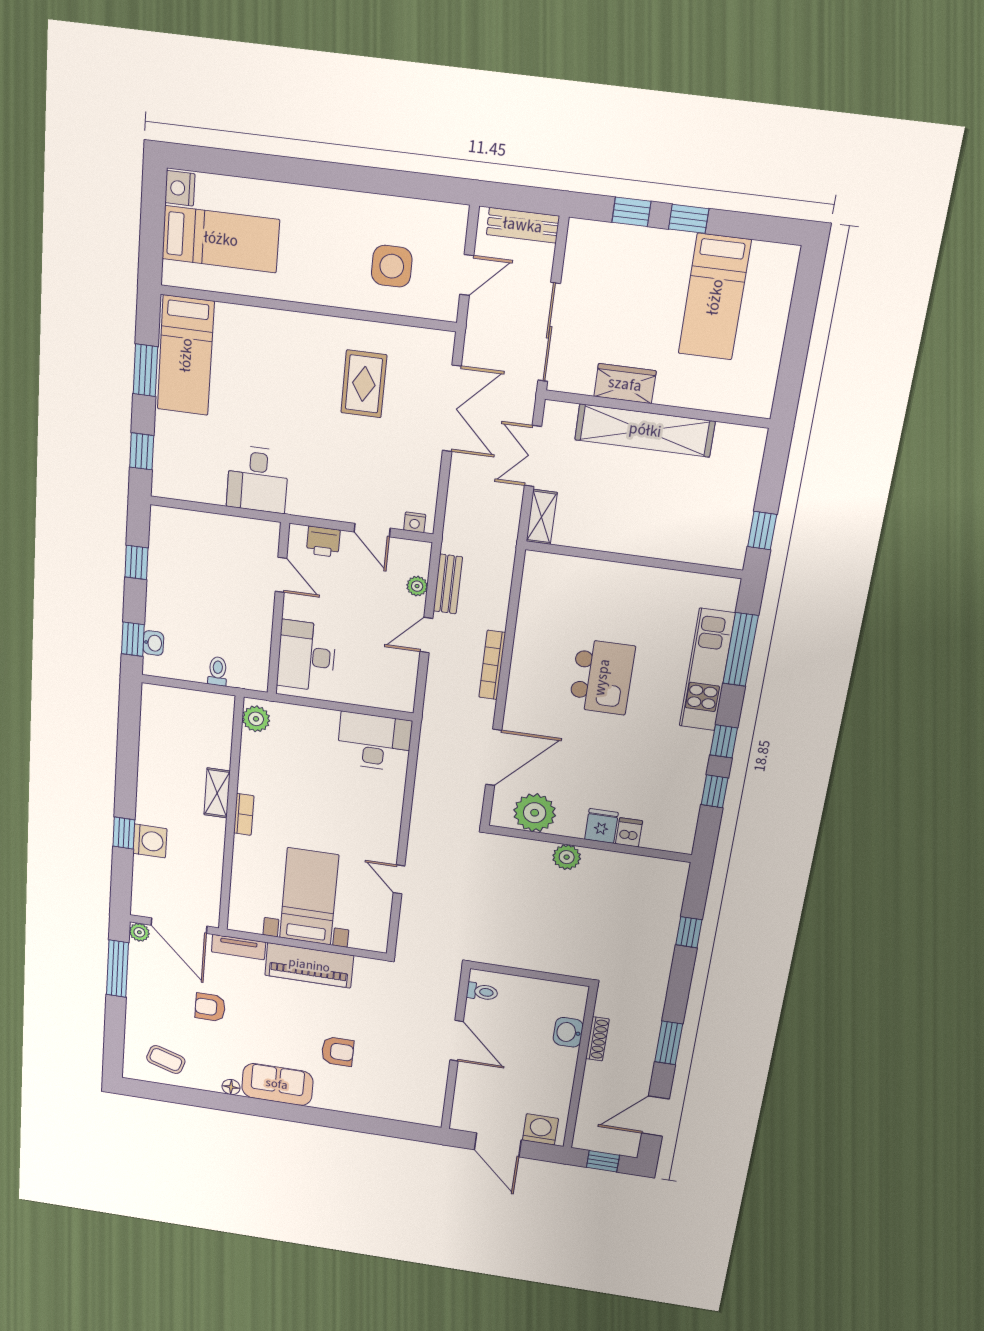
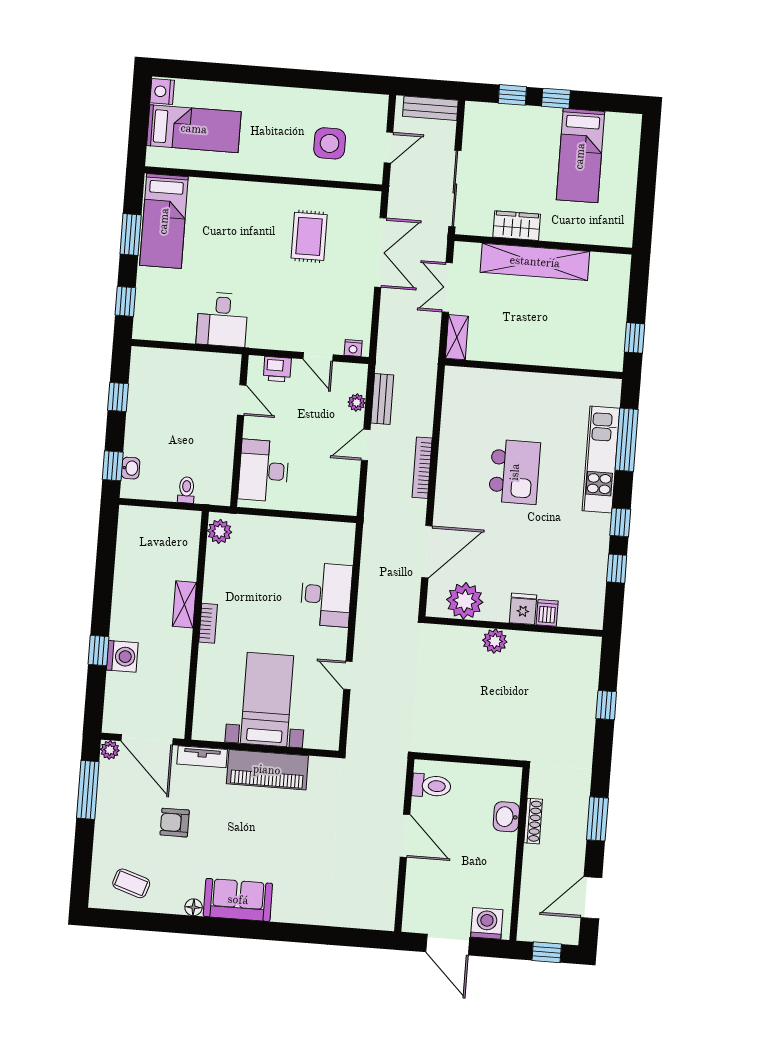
desk: (374, 742) -> (326, 595), moved, turned 90
toilet: (482, 992) -> (431, 786), width x1.37, depth x1.39
armchair: (338, 1051) -> (295, 858), removed

